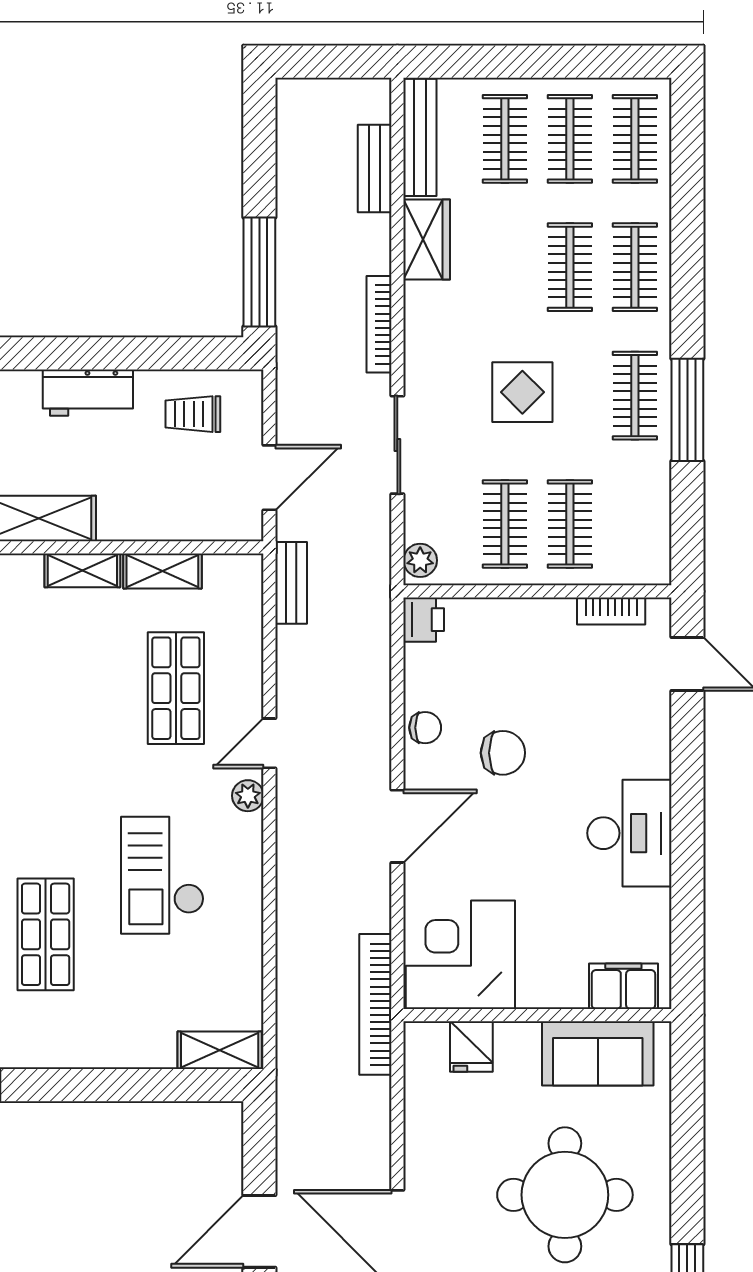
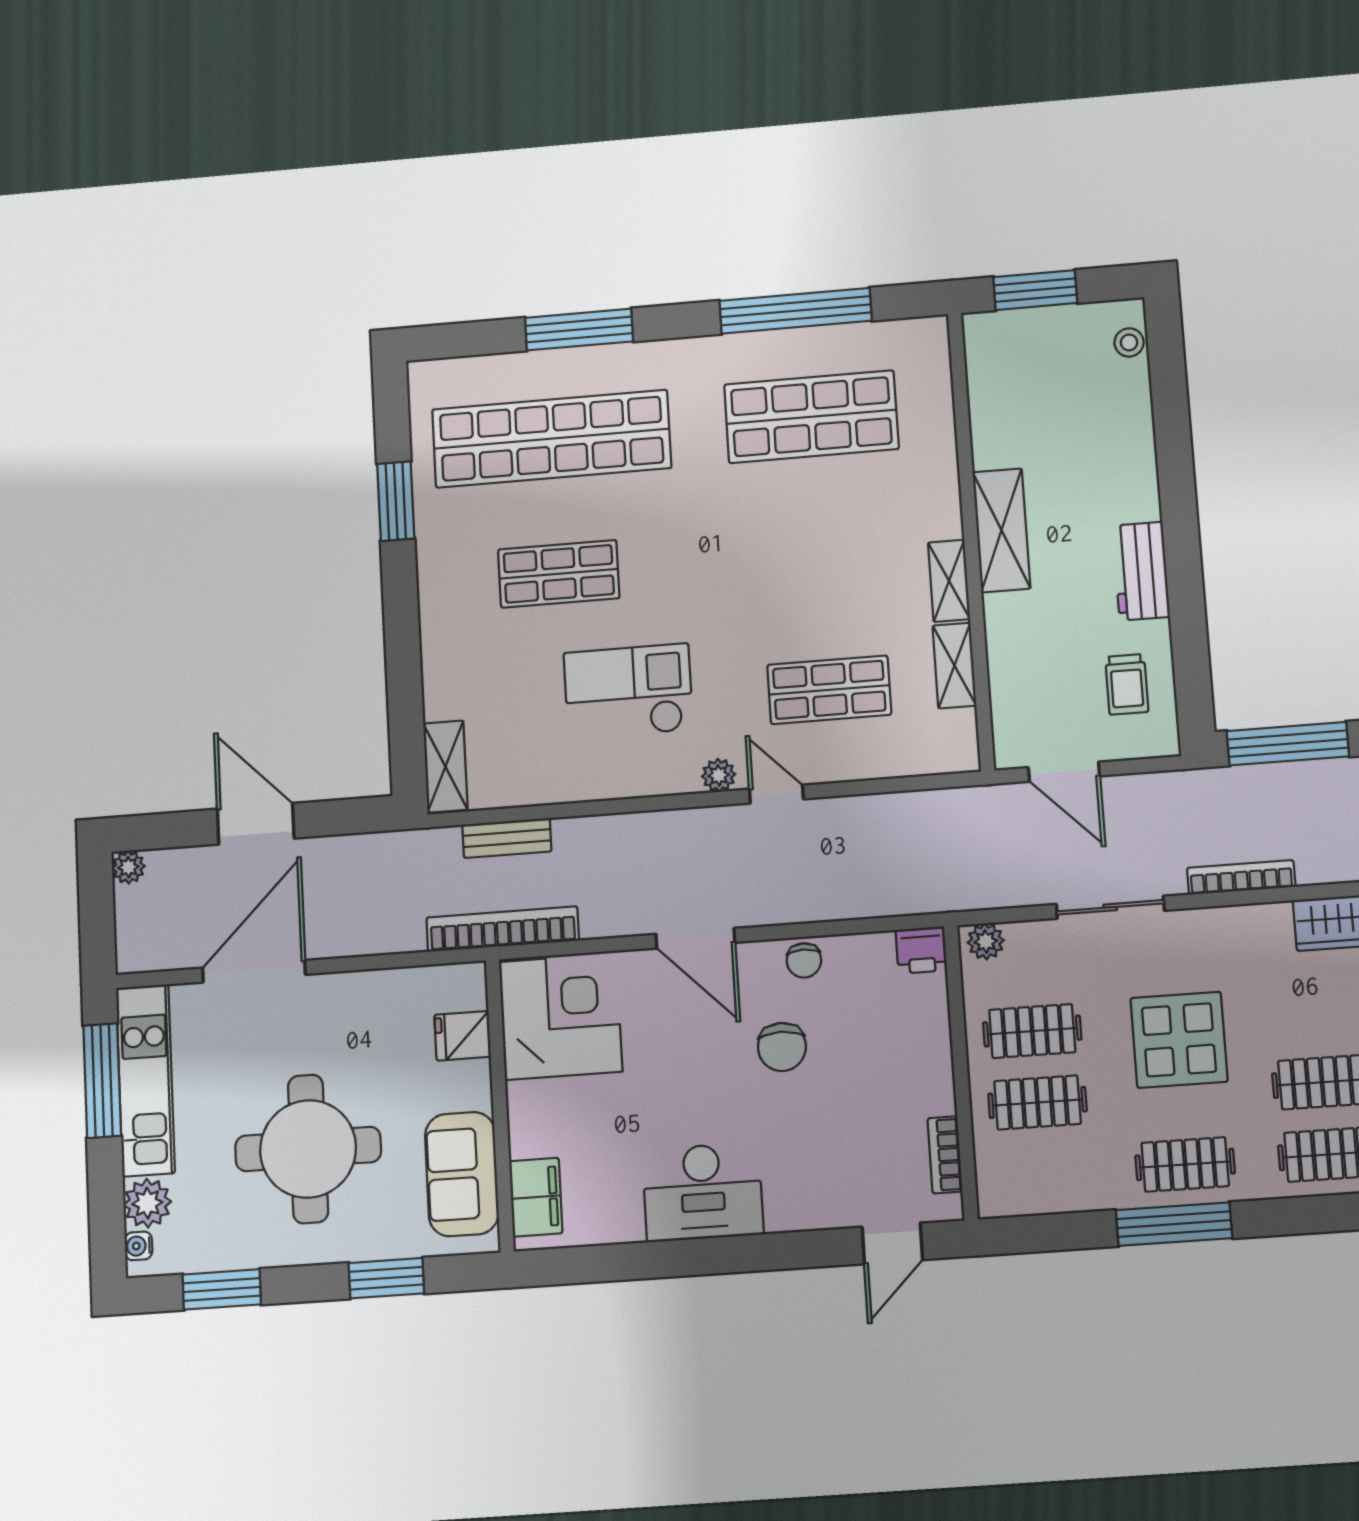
display table: (522, 392) -> (1179, 1040), width x1.36, depth x1.36
trolley: (193, 414) -> (1127, 684), turned 180
bench: (291, 583) -> (507, 838), moved
window: (687, 1128) -> (386, 1278), added

